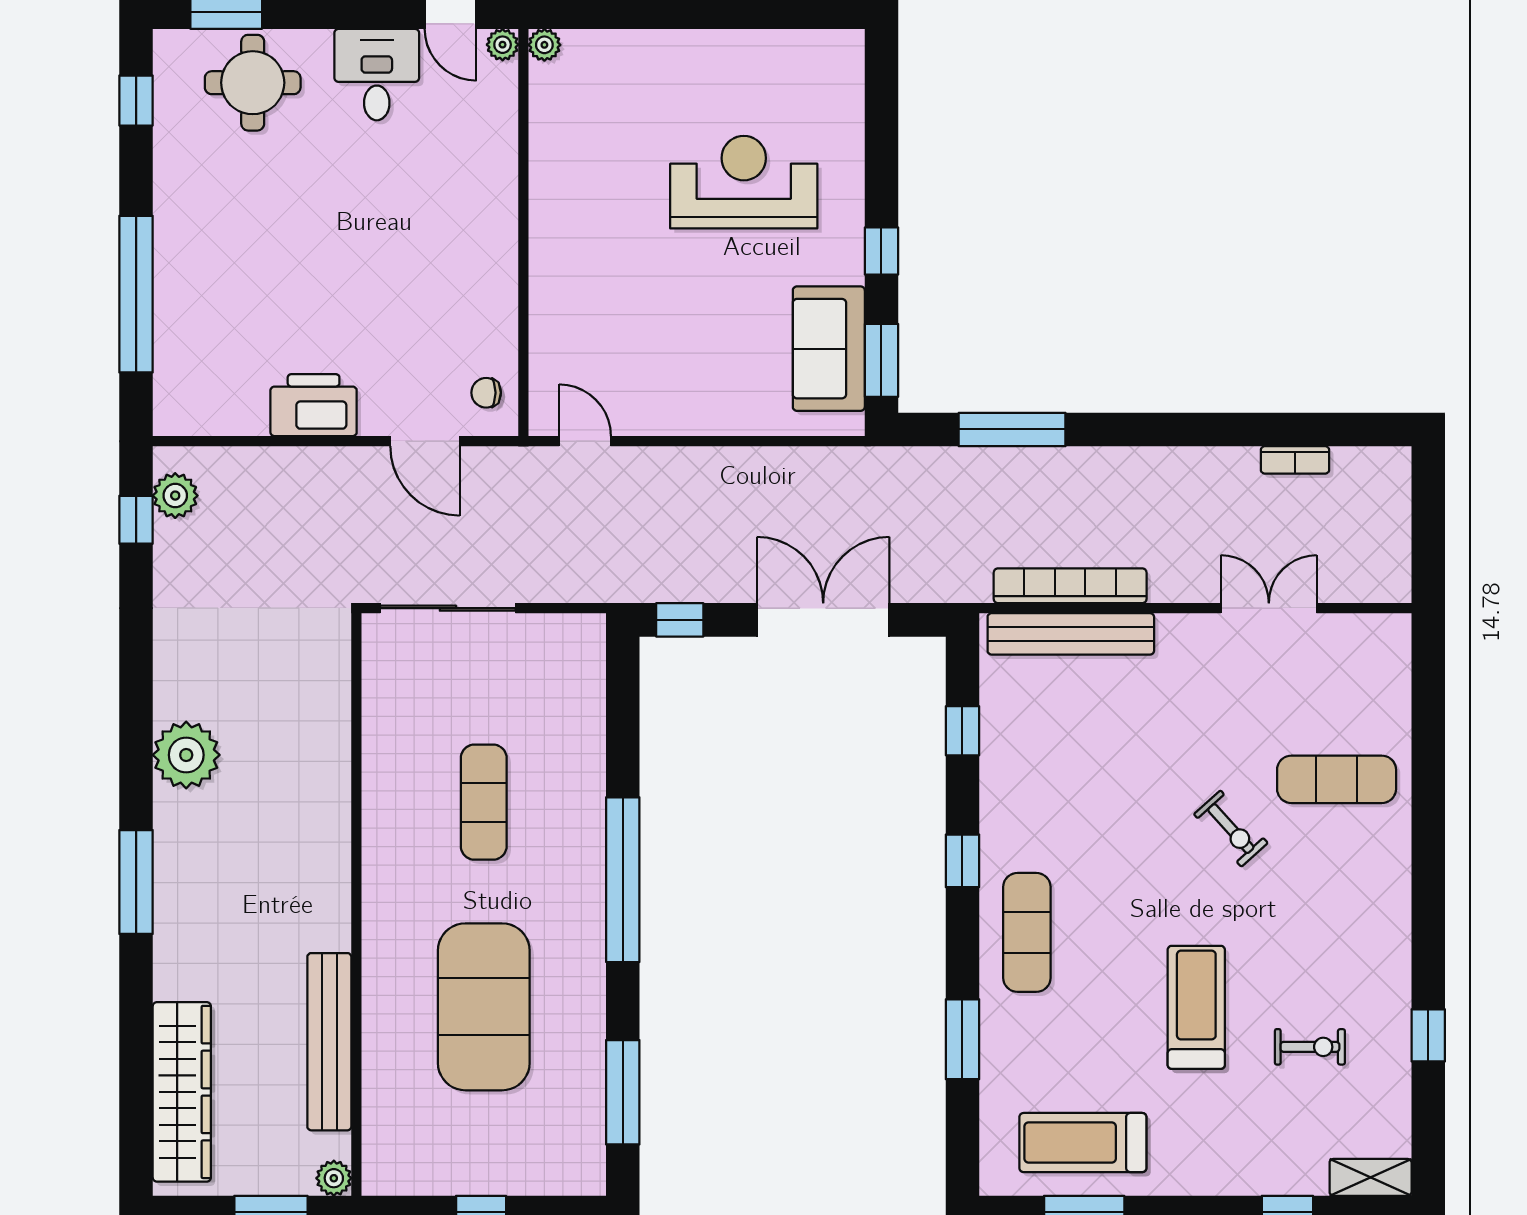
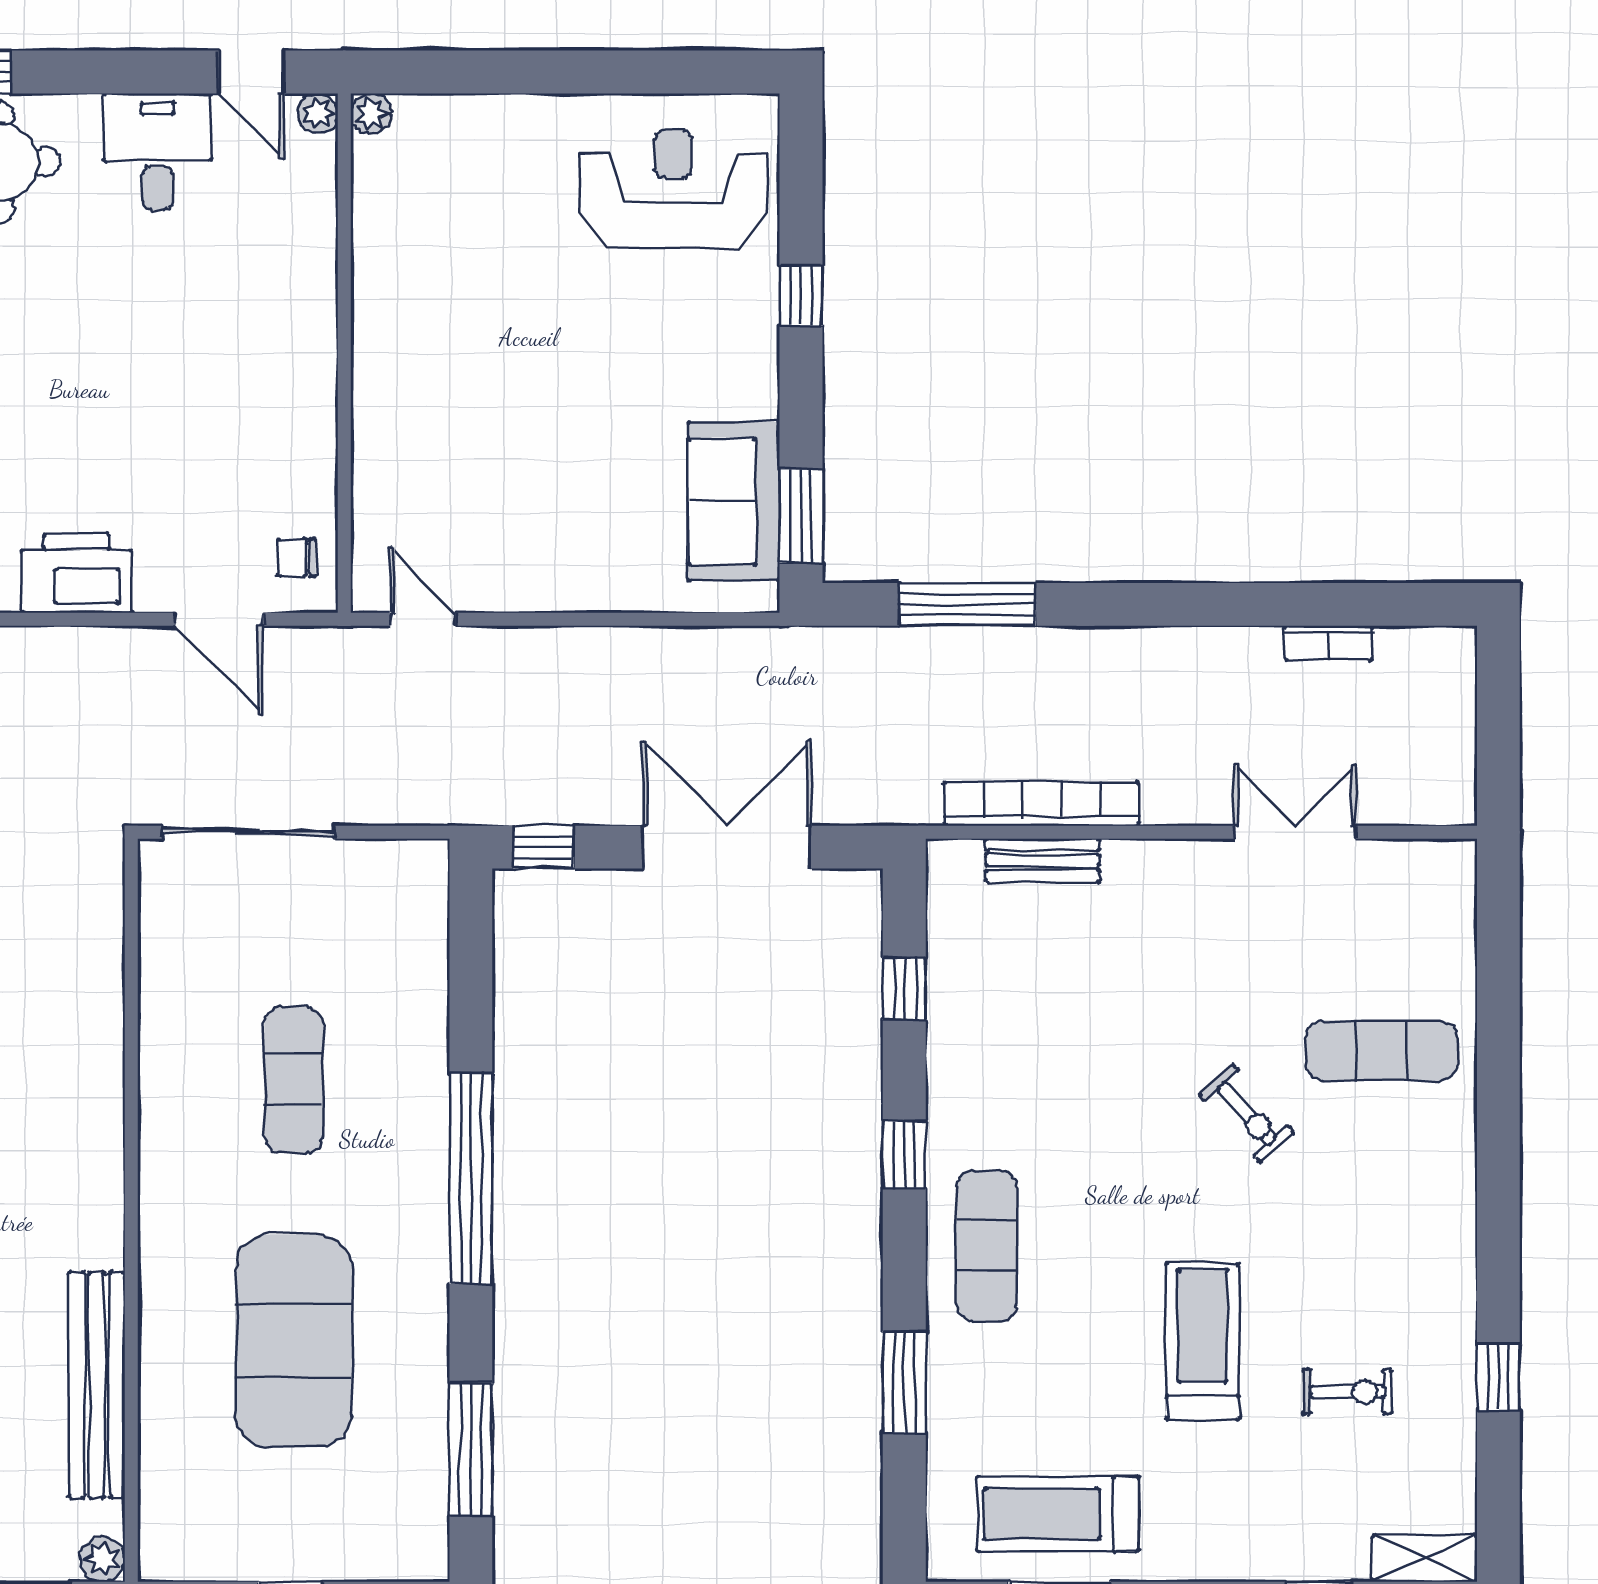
reception desk: (744, 182) -> (673, 188), moved
window: (881, 251) -> (801, 296), moved
bench: (1071, 634) -> (1042, 860), width x0.54, depth x0.82

